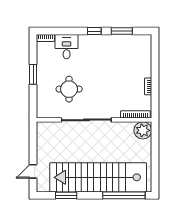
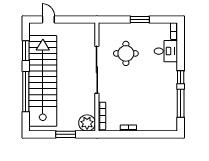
window: (122, 31) -> (181, 103), width x1.44
window: (155, 153) -> (66, 134), added
window: (124, 195) -> (26, 92), moved

